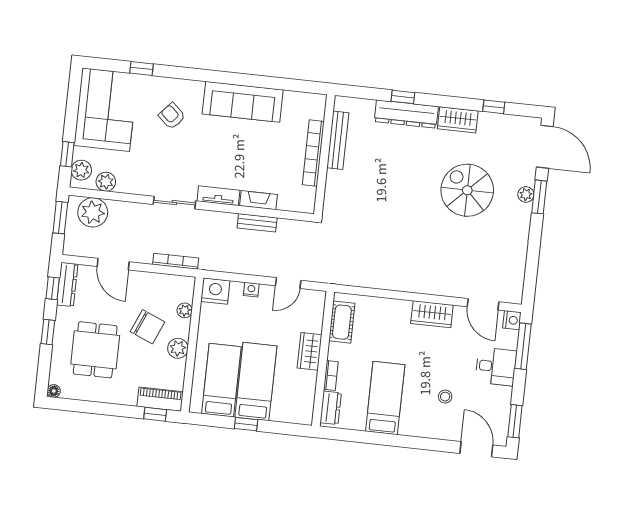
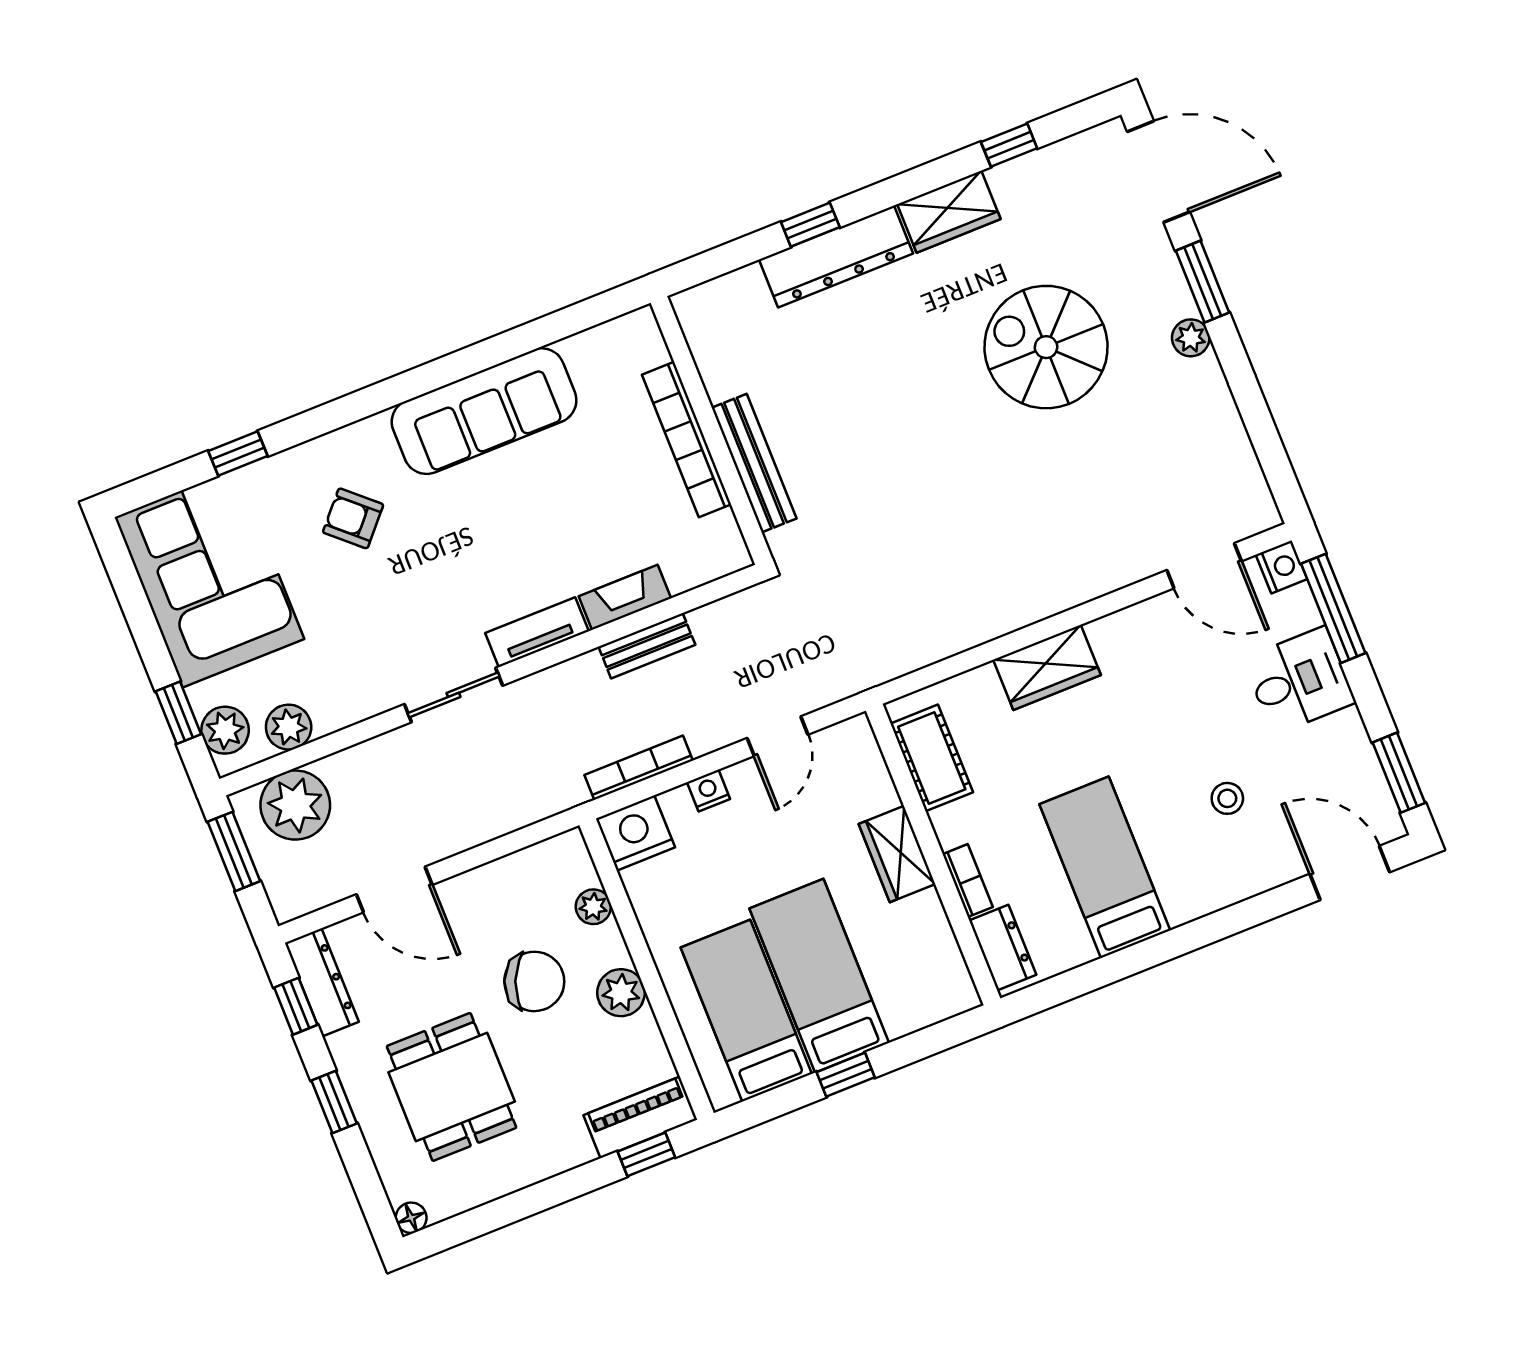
bench: (338, 140) -> (754, 463), moved
plant: (526, 194) -> (1191, 338), moved
bookcase: (176, 261) -> (639, 768), moved
wardrobe: (432, 314) -> (1047, 667), moved

